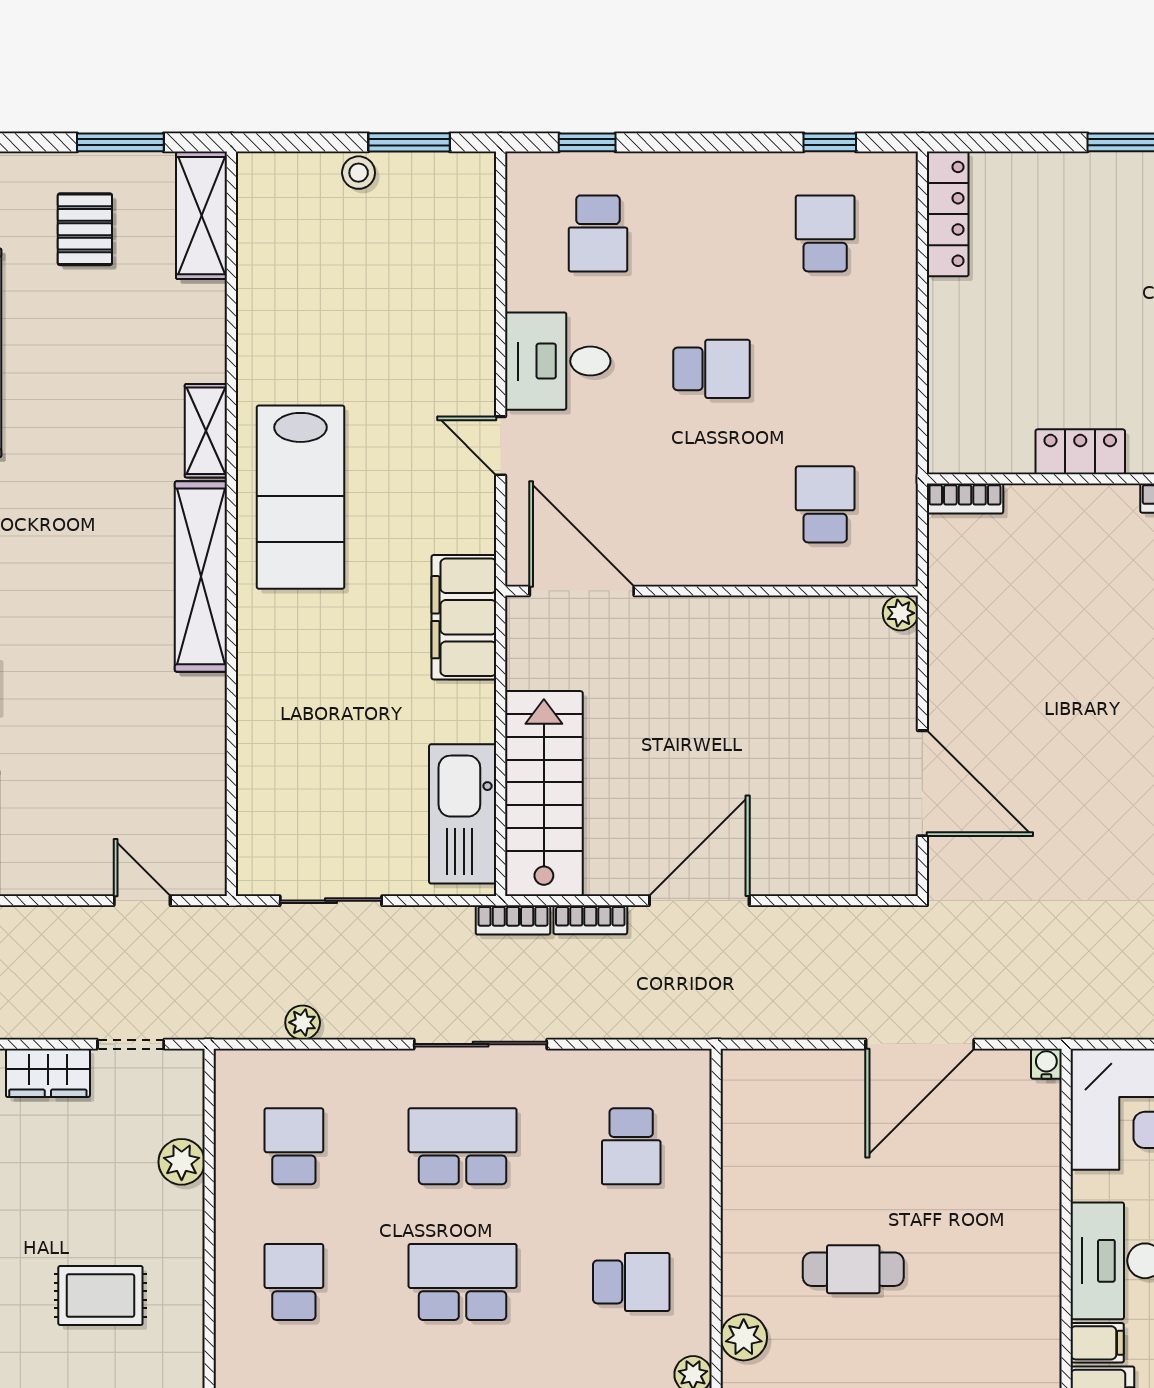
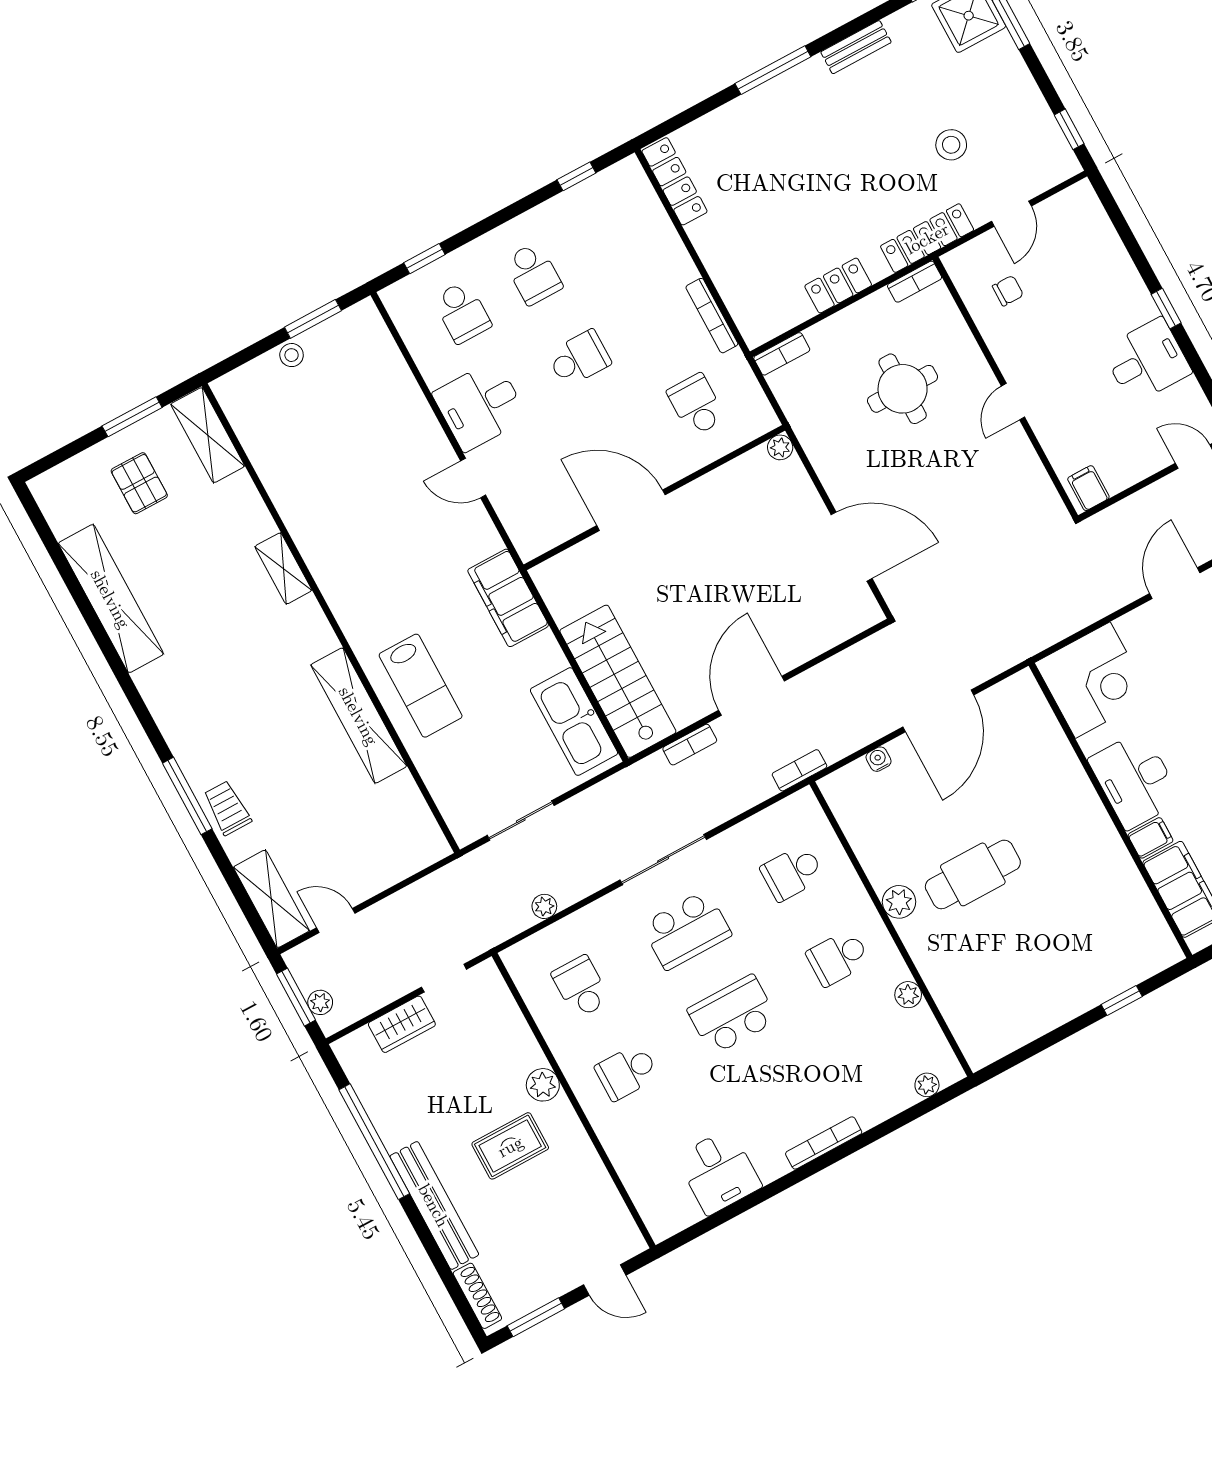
school desk: (825, 233) -> (533, 274), moved, turned 180
bookcase: (904, 405) -> (712, 316), added
lab bench: (300, 497) -> (421, 686), moved, width x0.73, depth x0.72
shelving: (201, 576) -> (359, 716), moved
door: (582, 591) -> (631, 510), moved
round table: (1091, 622) -> (903, 389), added
door: (142, 901) -> (336, 921), moved
bookcase: (513, 920) -> (799, 770), moved, turned 180
water cooler: (1046, 1064) -> (878, 759), moved
school desk: (463, 1146) -> (686, 930), turned 180
school desk: (631, 1146) -> (792, 873), turned 90
plant: (182, 1162) -> (543, 1085), moved
cafe table: (853, 1269) -> (973, 874), width x1.37, depth x1.35
school desk: (294, 1282) -> (627, 1072), turned -90
school desk: (631, 1282) -> (838, 958), turned 180
plant: (744, 1337) -> (899, 902), moved

